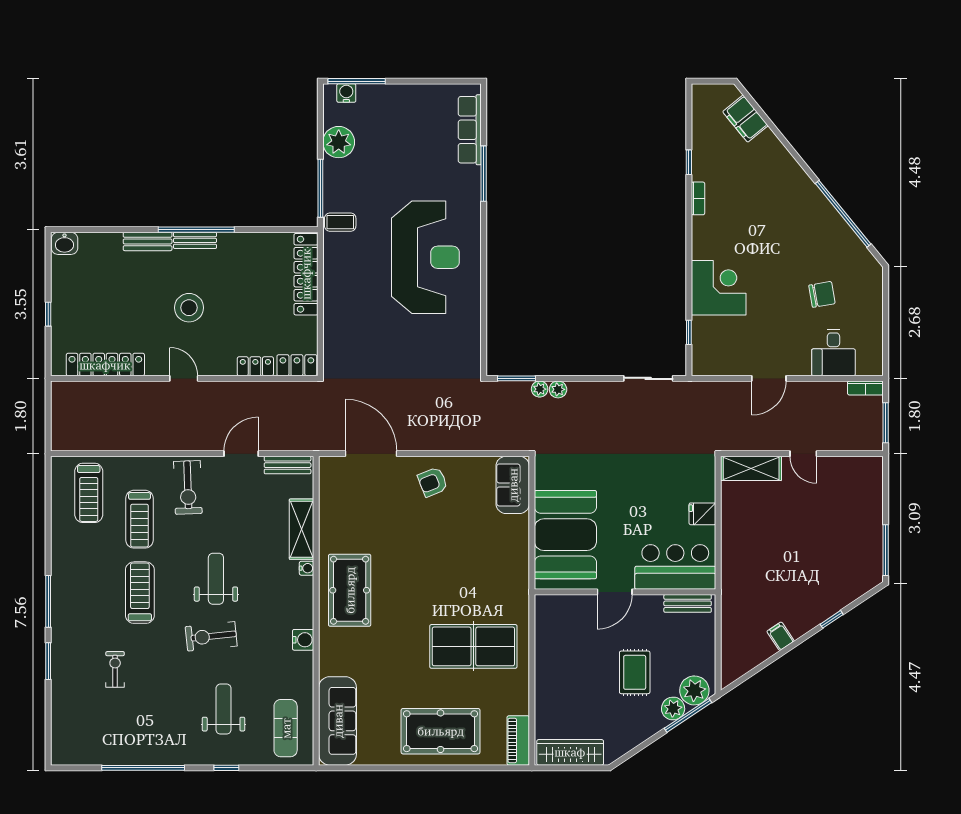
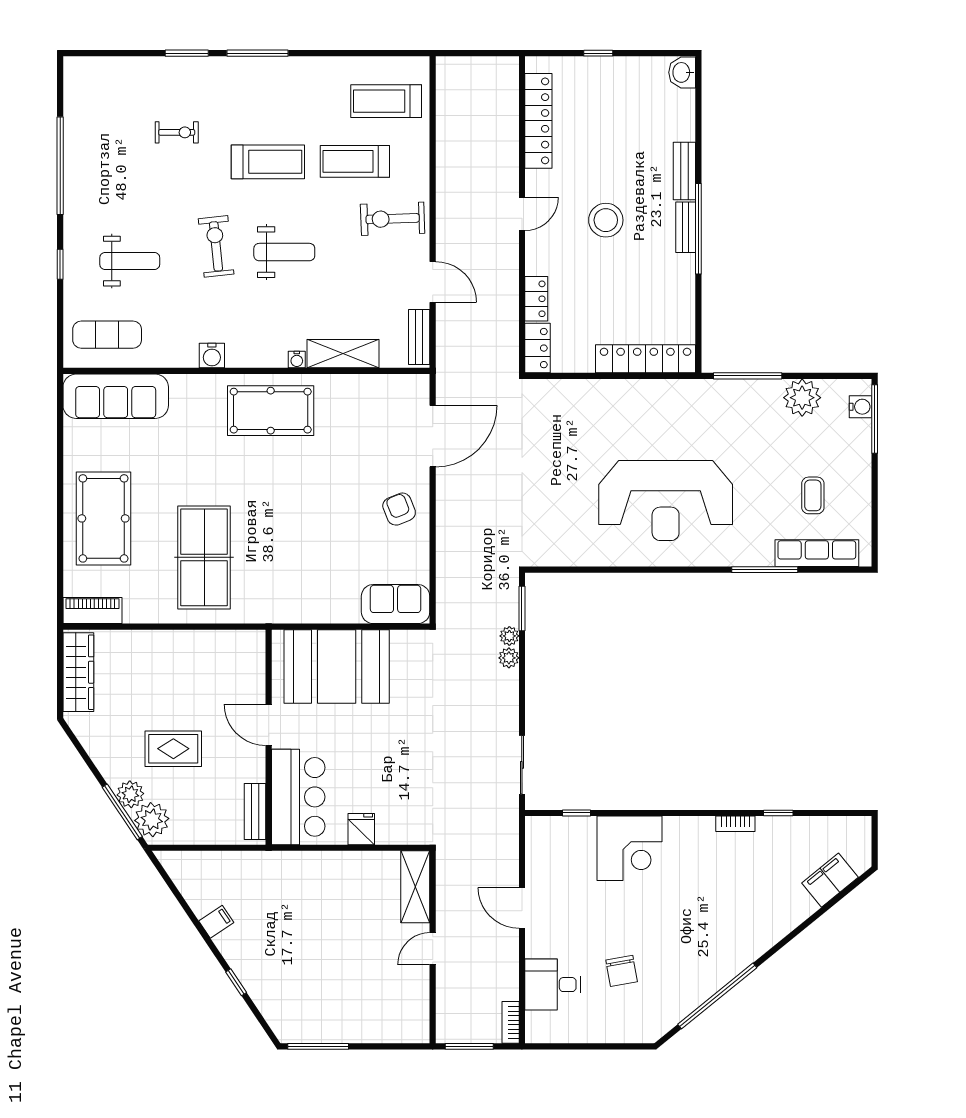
coffee table: (340, 222) -> (813, 495), moved

